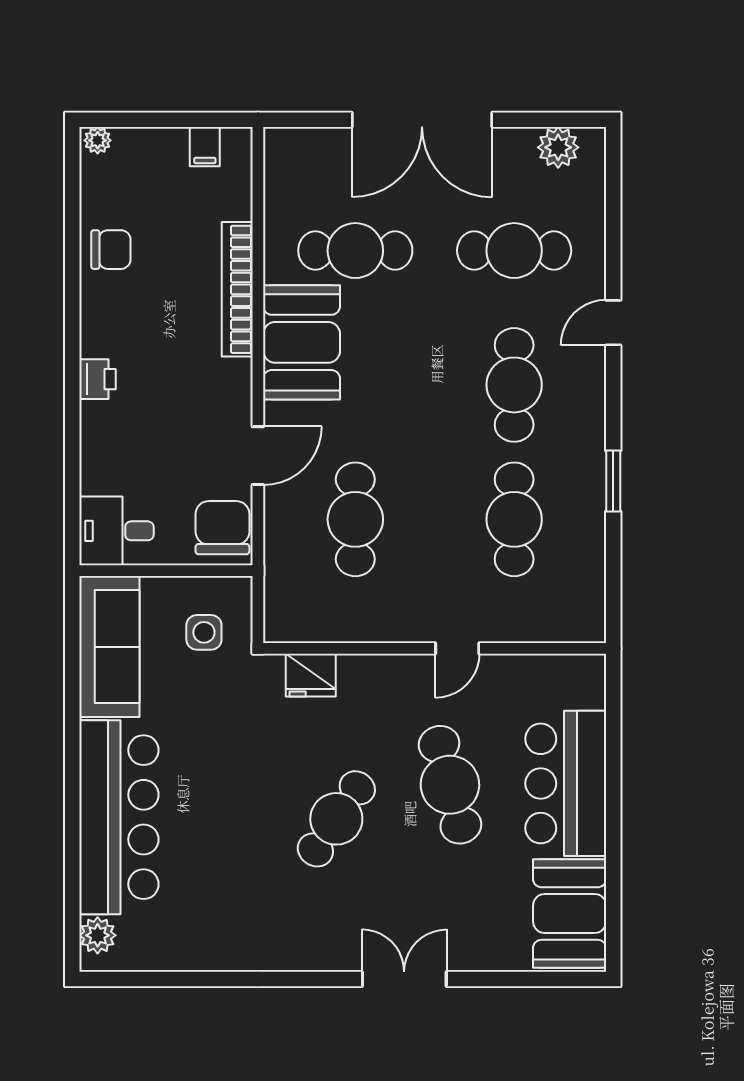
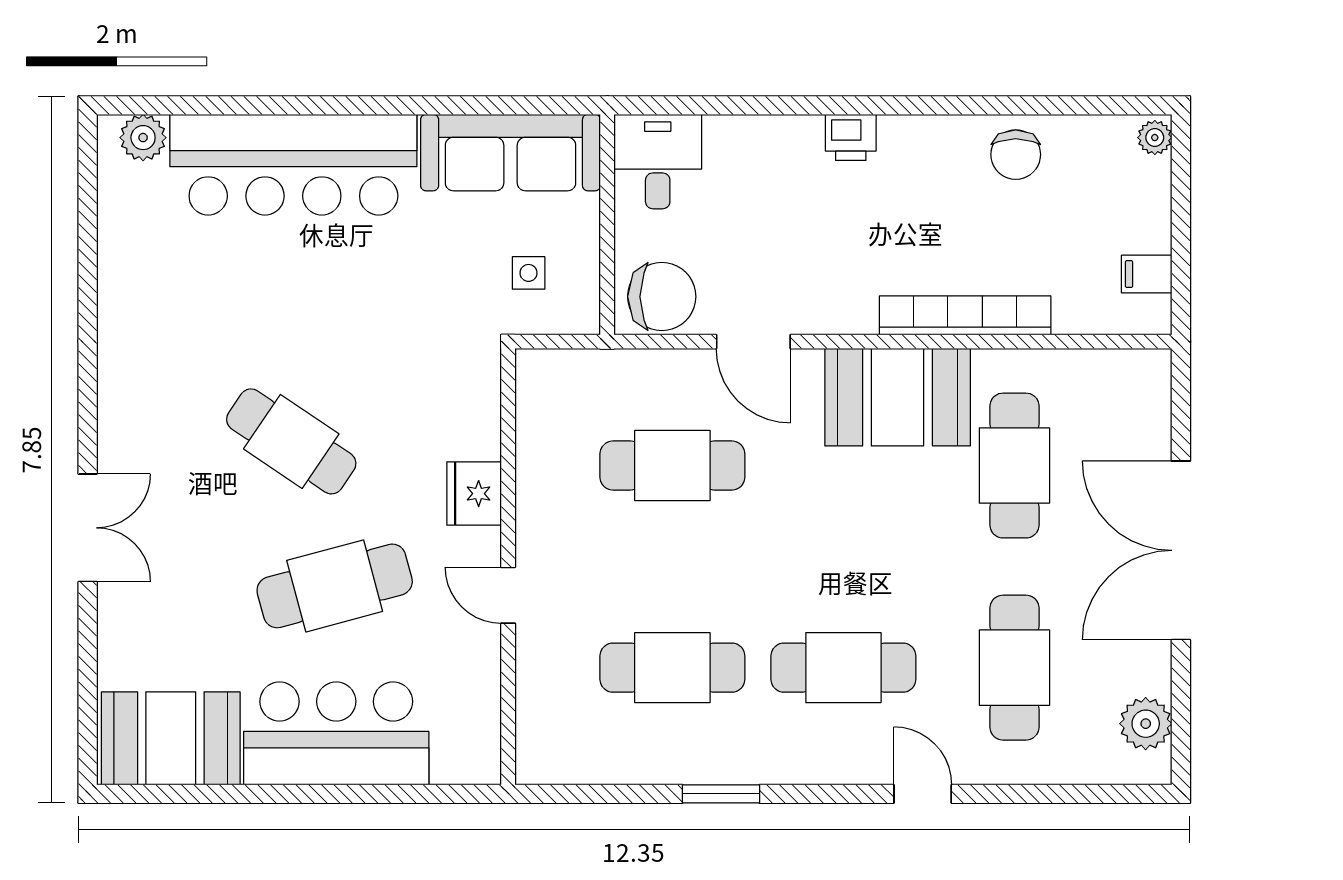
side table: (204, 632) -> (529, 273), width x0.73, depth x0.73
fridge: (311, 675) -> (474, 494), moved

